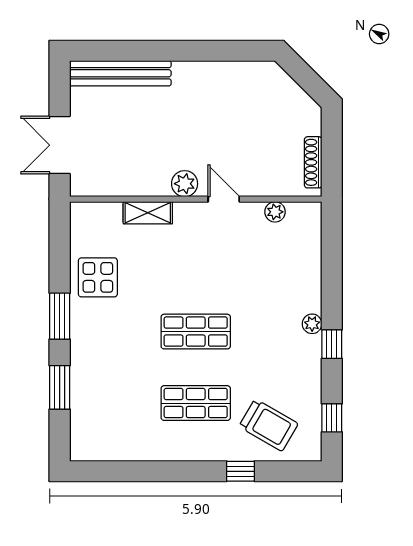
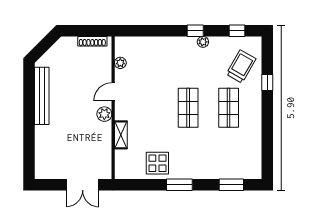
bench: (120, 73) -> (42, 96), moved
plant: (312, 324) -> (203, 42), moved
window: (60, 387) -> (231, 185), moved

